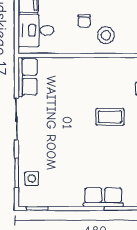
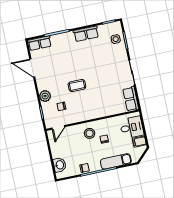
row of seats: (103, 197) -> (86, 34), moved

